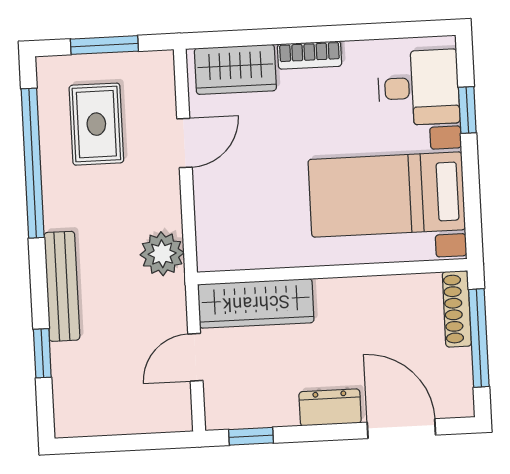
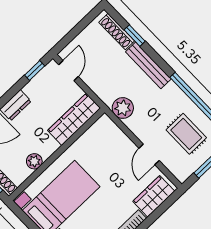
plant: (378, 292) -> (34, 161), added
door: (195, 357) -> (69, 71), moved
shoe rack: (65, 385) -> (117, 32), added

